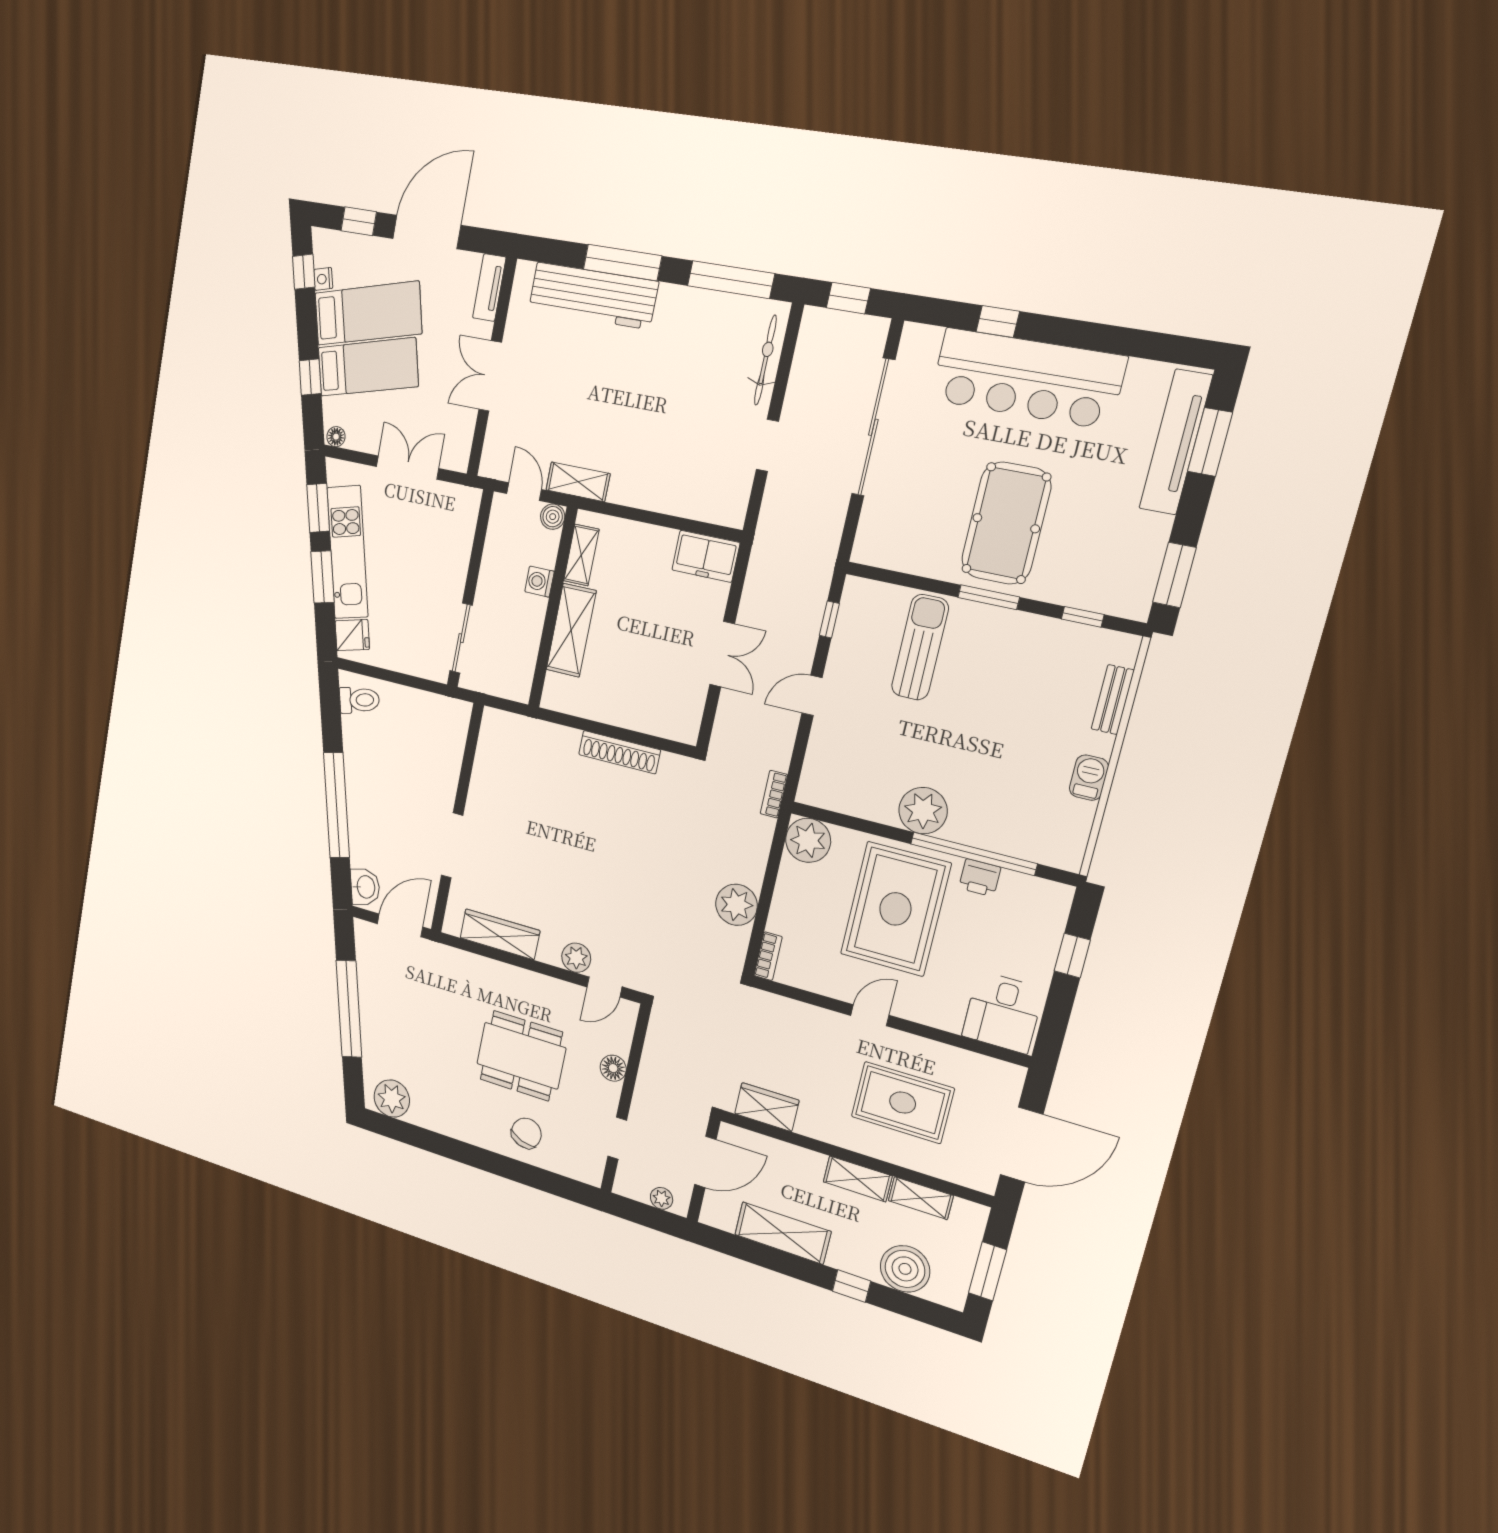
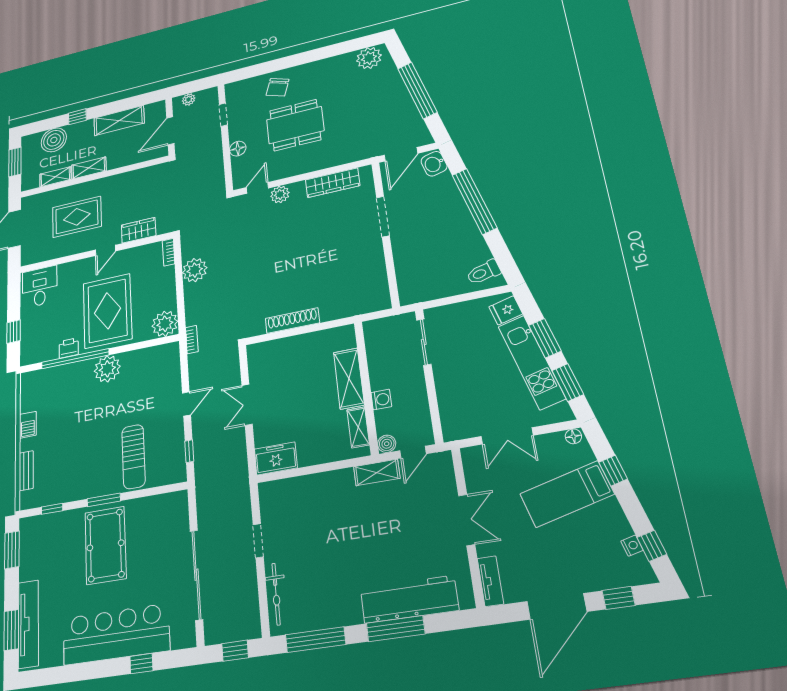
bed: (368, 313) -> (582, 532), removed
door: (524, 492) -> (413, 452), hinge flipped
wardrobe: (767, 1107) -> (139, 230), moved, turned 180

